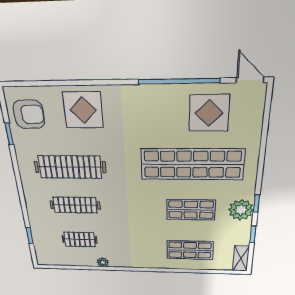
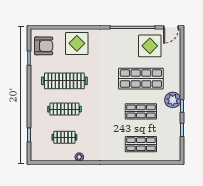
door: (250, 80) -> (171, 27), swing flipped
shop shelf: (192, 164) -> (141, 79), width x0.71
plant: (241, 210) -> (173, 100), moved
shelving: (241, 259) -> (176, 150), removed

